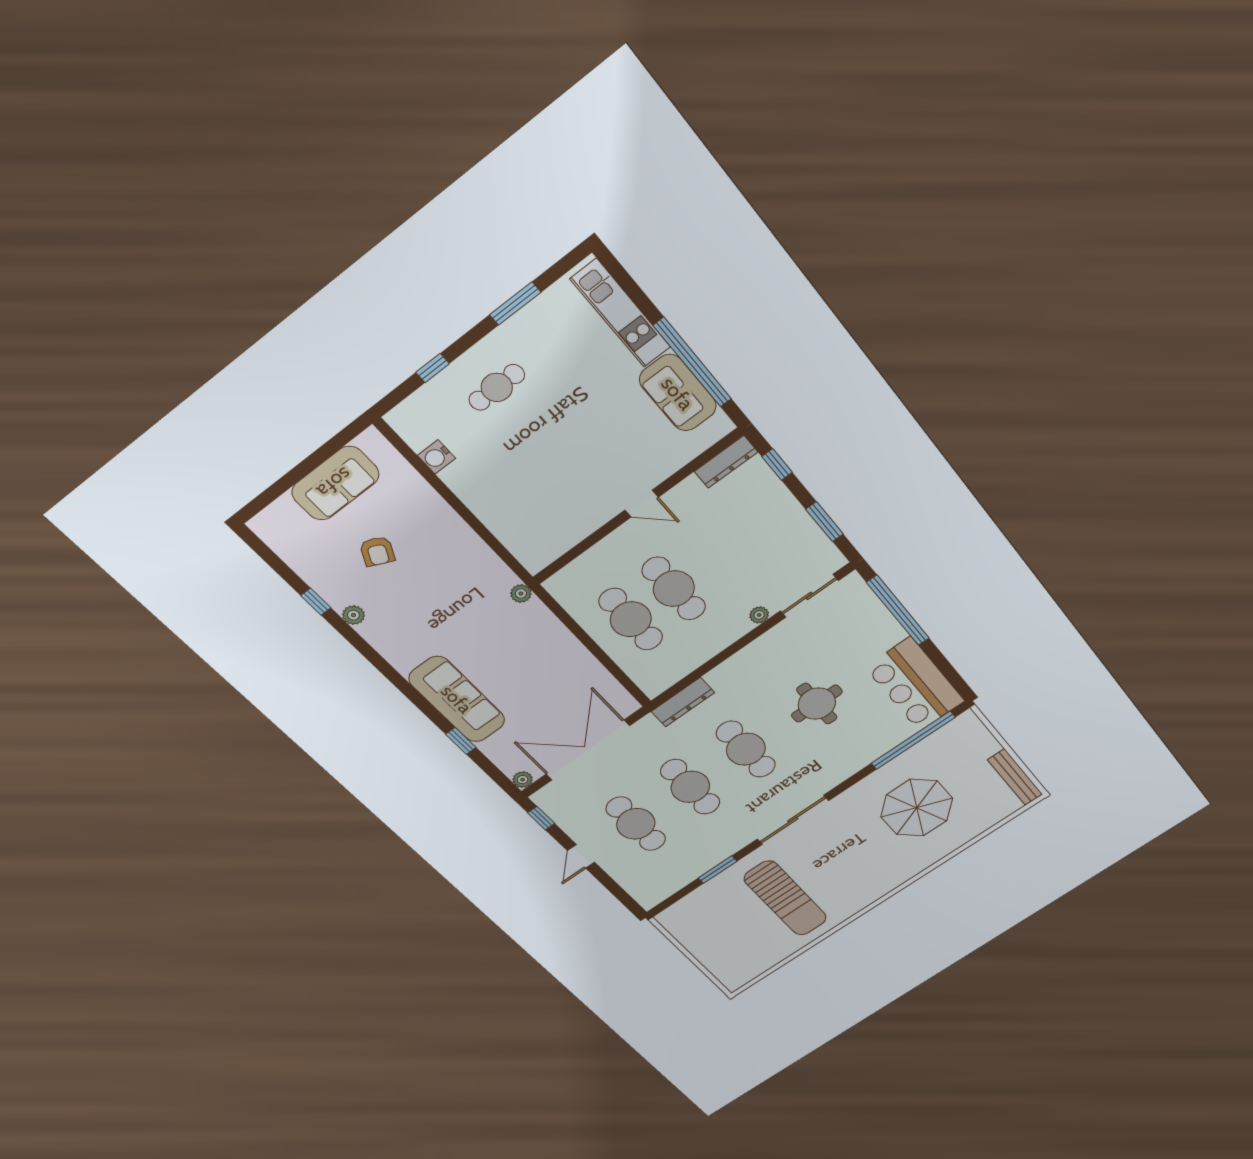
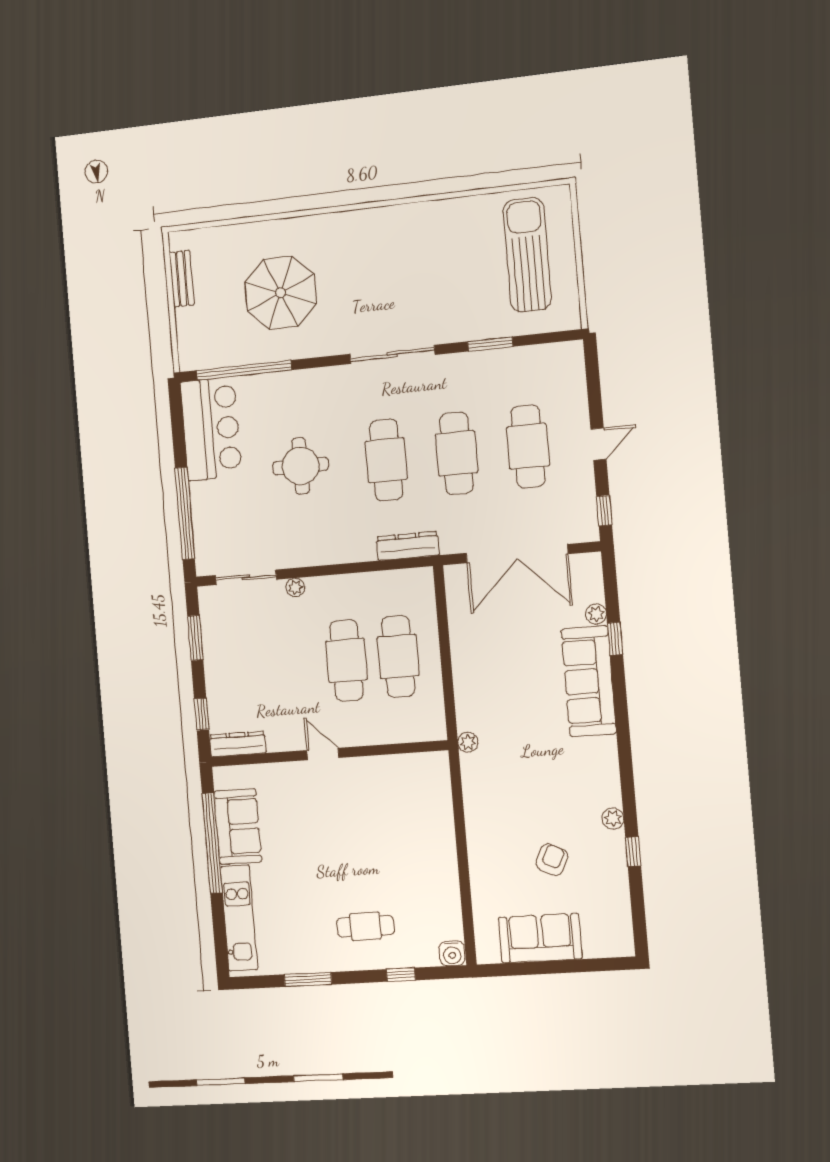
water cooler: (436, 457) -> (452, 953), moved, turned 90
bench: (1015, 777) -> (182, 279), width x0.73
plant: (523, 780) -> (596, 614), moved
sun lounger: (785, 898) -> (527, 255), moved

